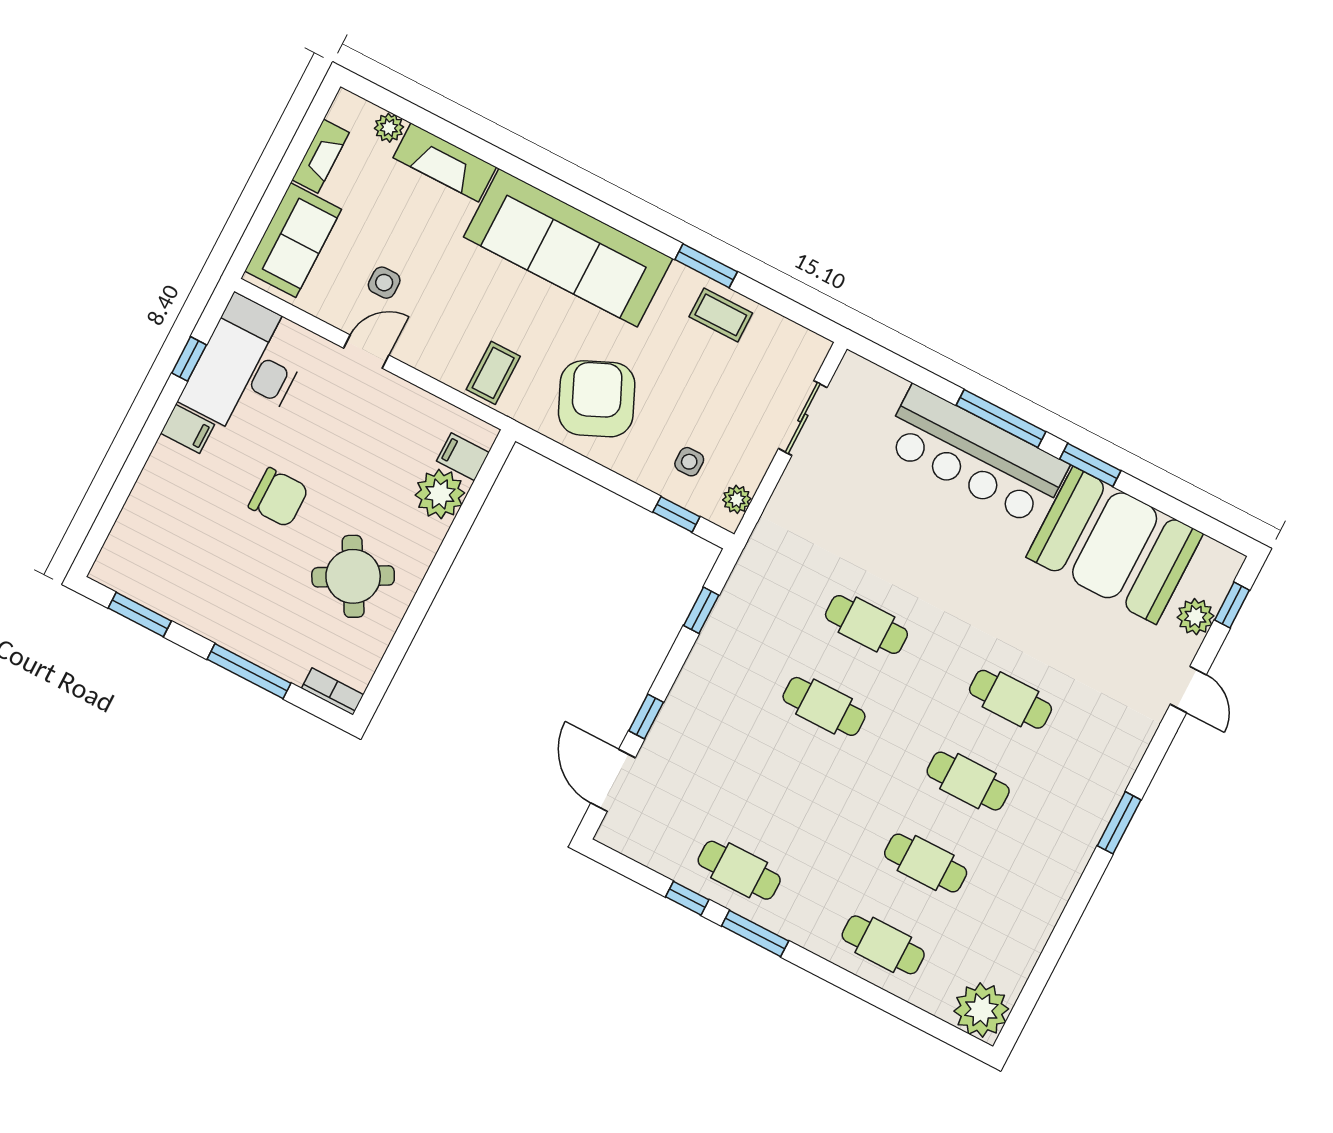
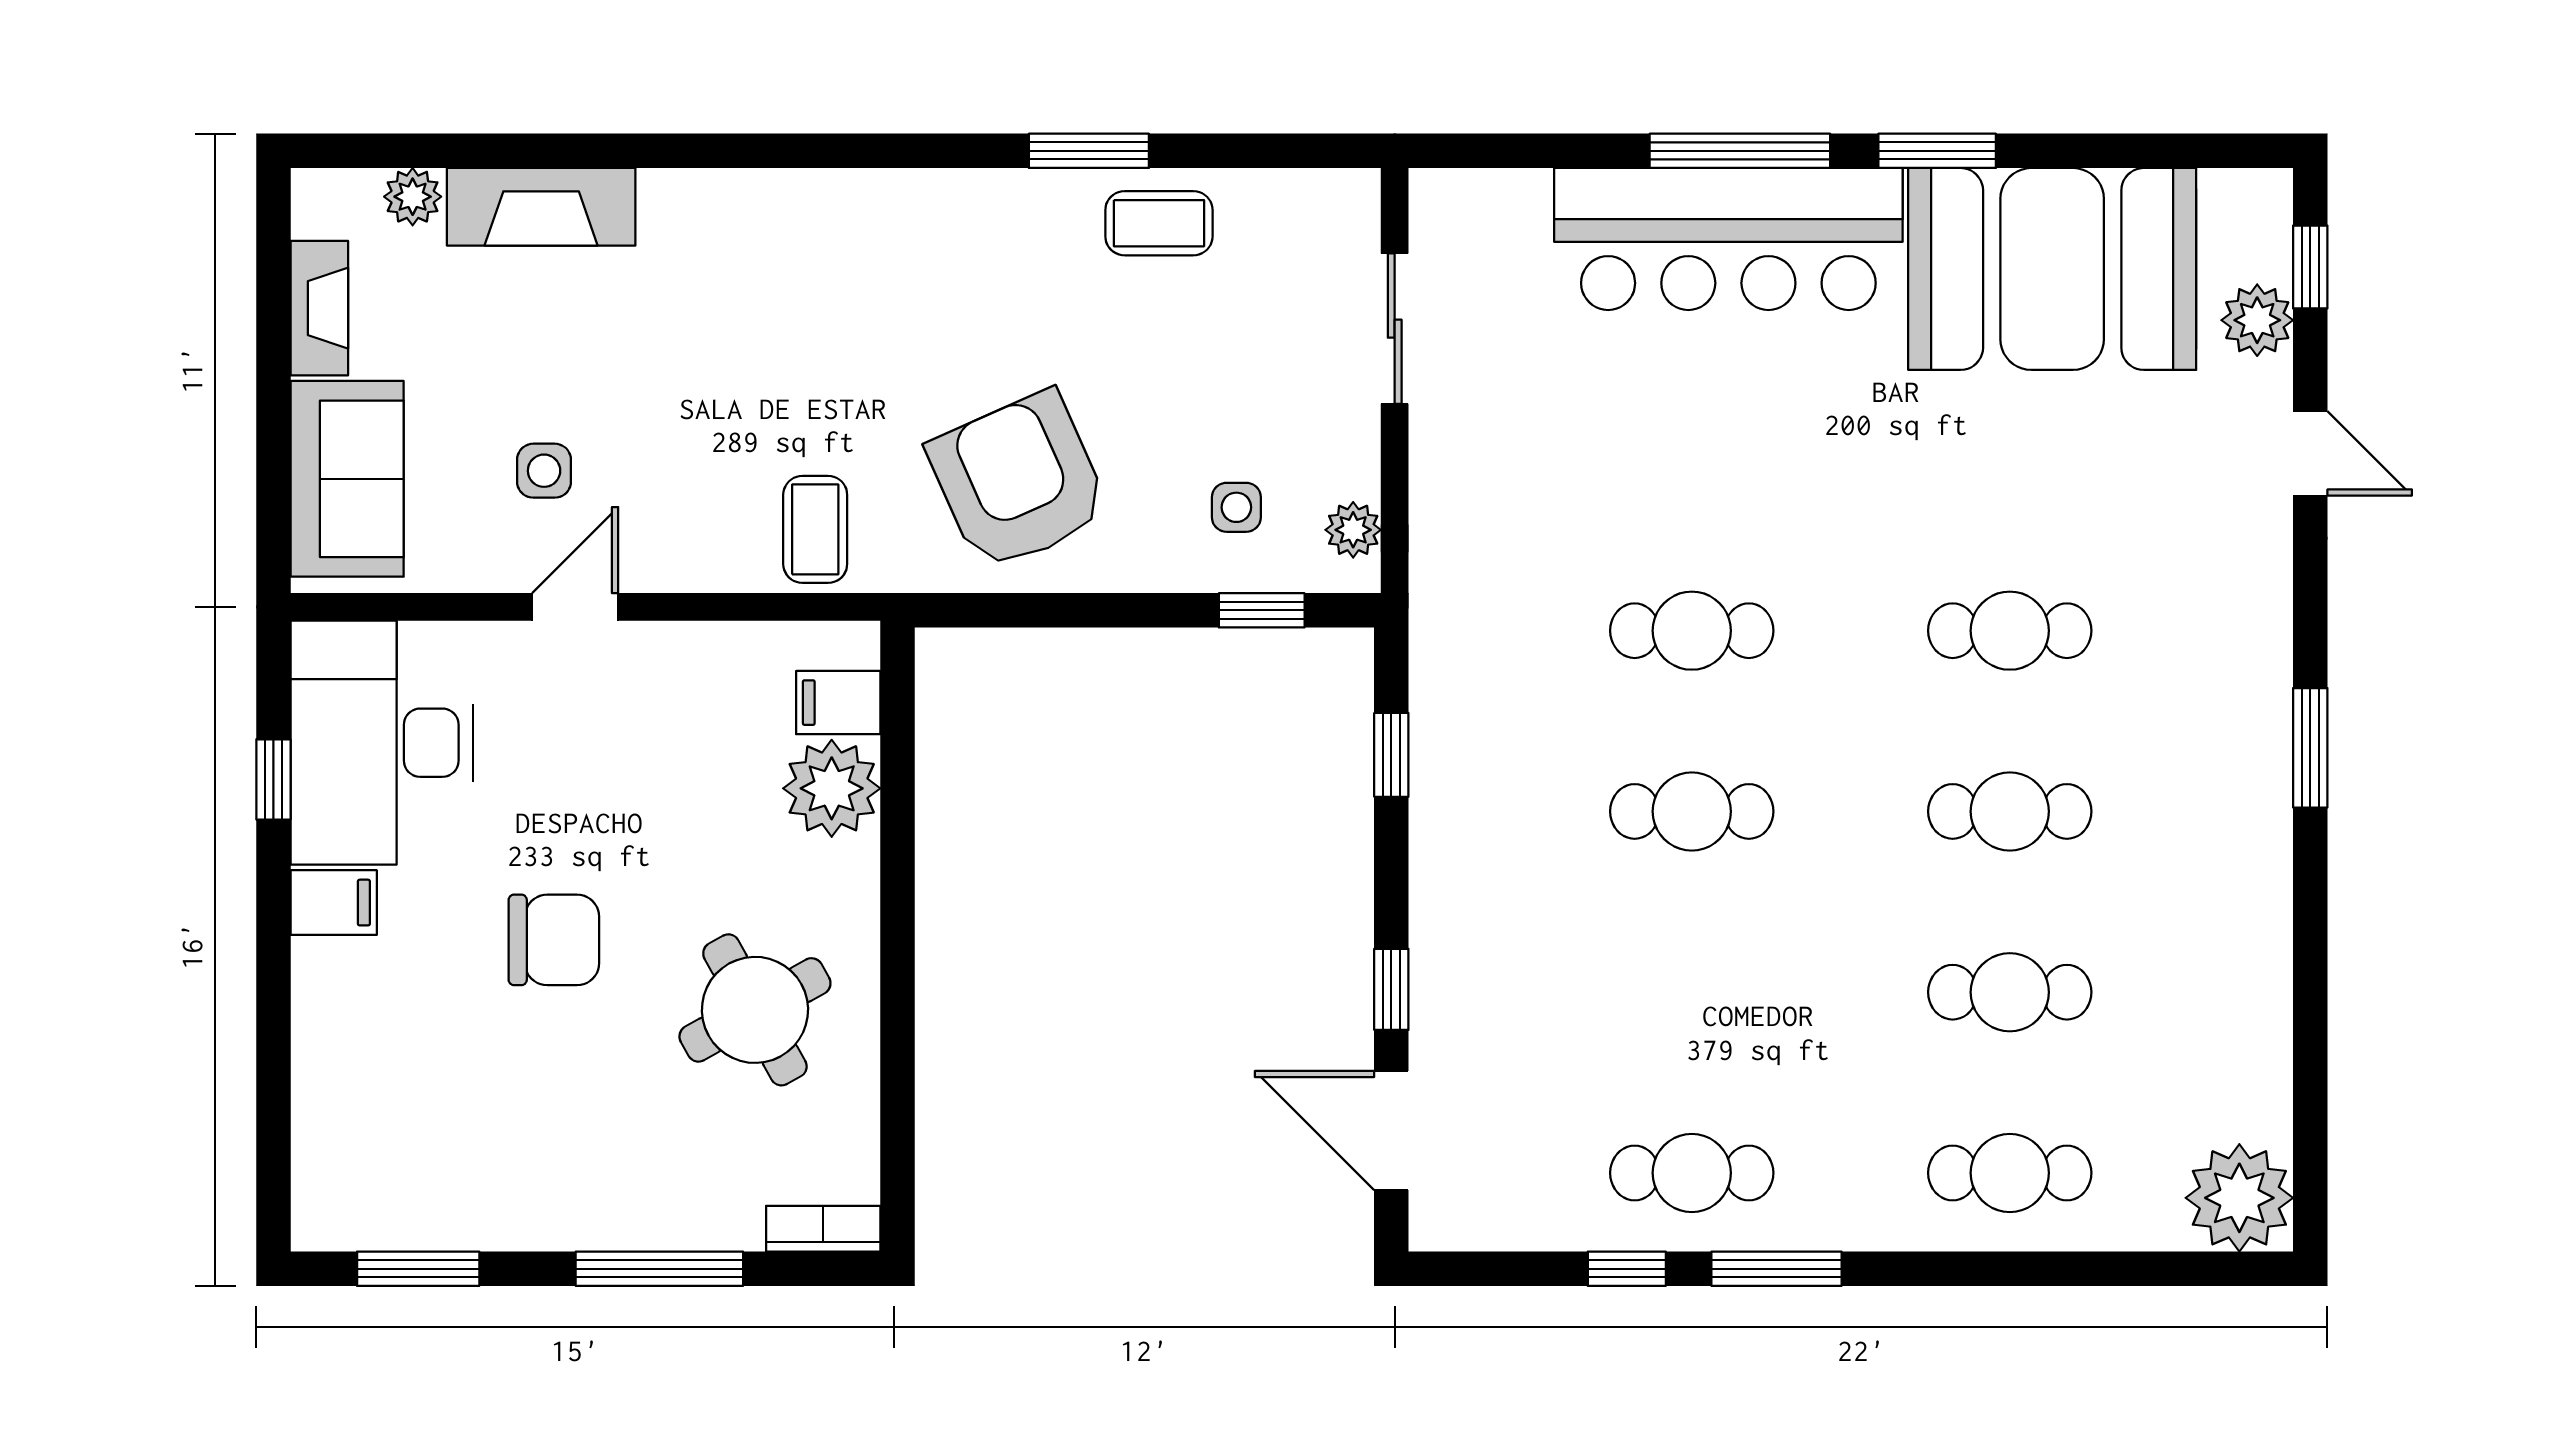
sofa: (568, 248) -> (833, 244), removed

